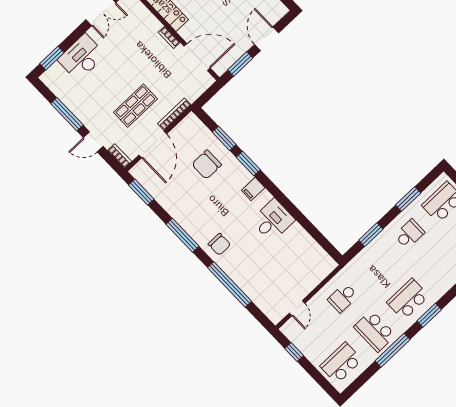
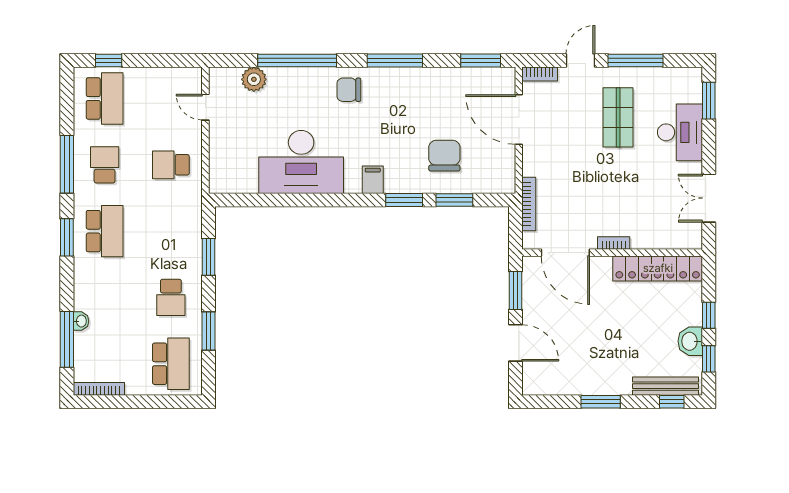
door: (197, 57) -> (565, 253), hinge flipped
shop shelf: (136, 106) -> (618, 117), moved
bookcase: (174, 114) -> (529, 204), moved
desk: (273, 220) -> (301, 162), width x1.87, depth x1.30
plant: (260, 297) -> (254, 79), added
school desk: (343, 298) -> (171, 165), turned -90
school desk: (375, 331) -> (105, 165), width x0.54
window: (294, 352) -> (109, 60), moved

